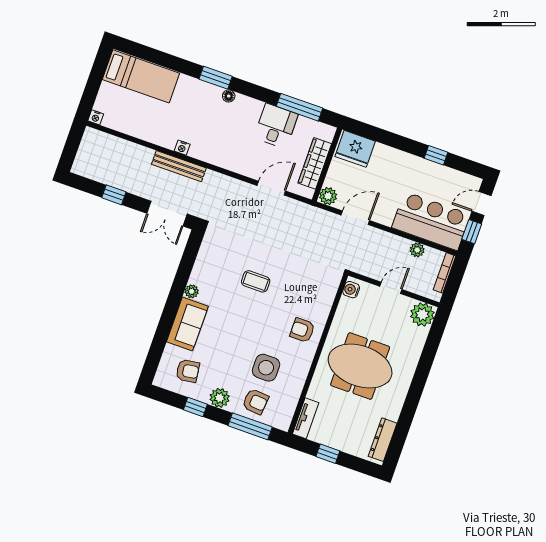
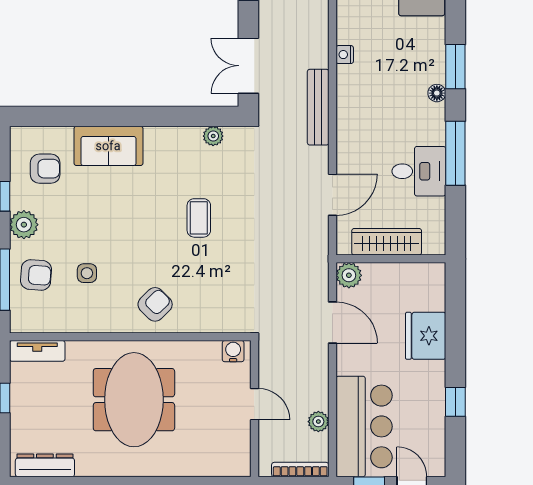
window: (300, 107) -> (455, 153), moved
fridge: (355, 149) -> (426, 336), moved
bench: (179, 166) -> (318, 107), moved
door: (271, 188) -> (332, 195), hinge flipped
plant: (192, 291) -> (213, 136), moved
plant: (422, 315) -> (233, 459), removed
armchair: (302, 330) -> (155, 304), turned 45
side table: (266, 368) -> (87, 273), width x0.54, depth x0.54
armchair: (188, 371) -> (45, 169), turned -82
armchair: (255, 402) -> (36, 275), turned -91

